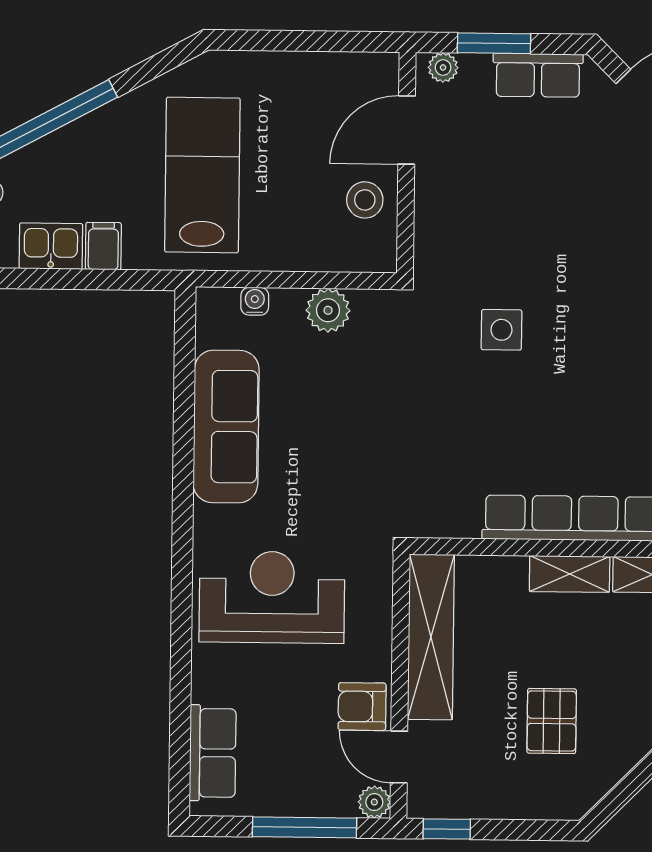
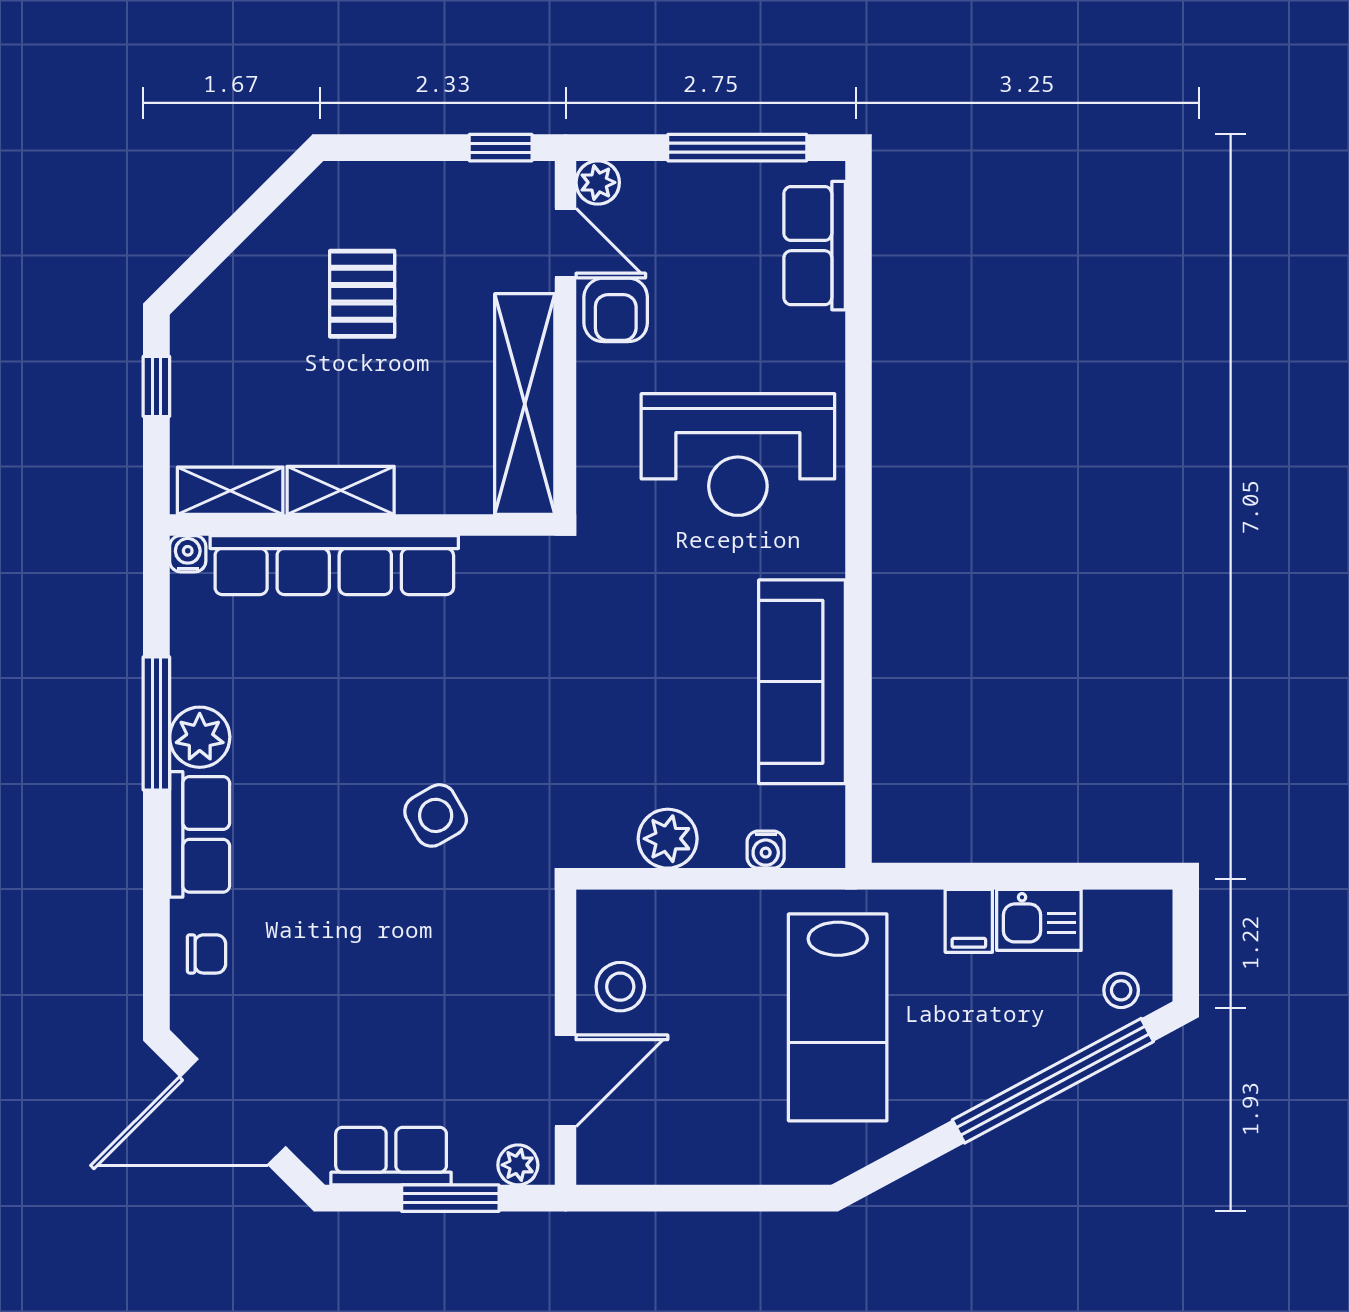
side table: (501, 330) -> (436, 815), turned -30
armchair: (362, 707) -> (616, 310), turned 90
window: (305, 827) -> (737, 148), moved

